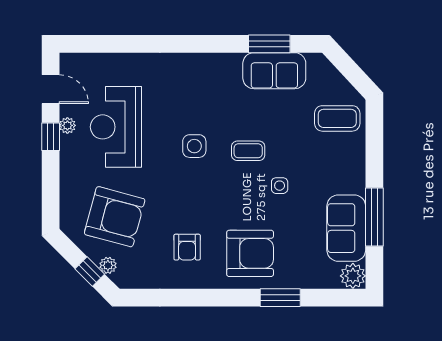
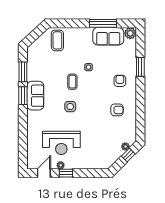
window: (218, 44) -> (23, 96), added
sofa: (274, 71) -> (35, 96), moved
armchair: (115, 217) -> (103, 143), removed
armchair: (250, 253) -> (120, 81), width x0.53, depth x0.53

